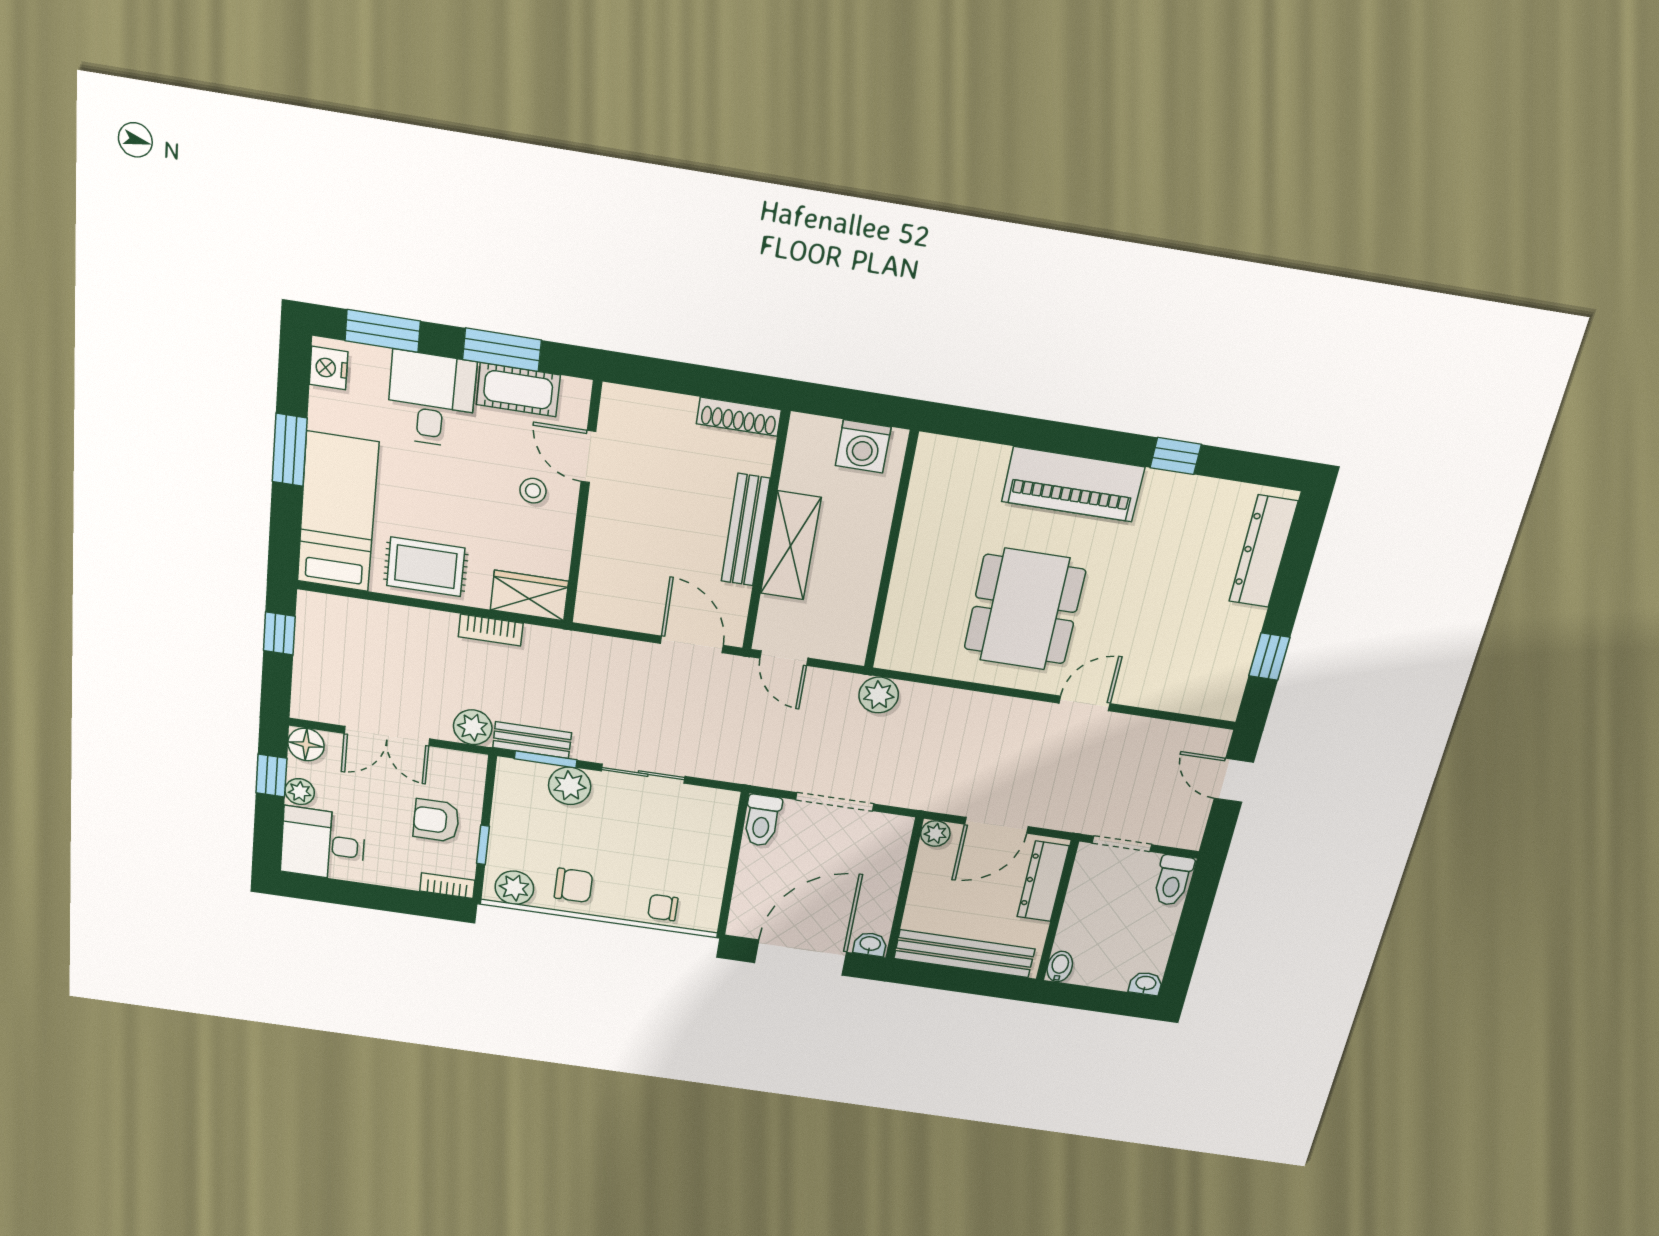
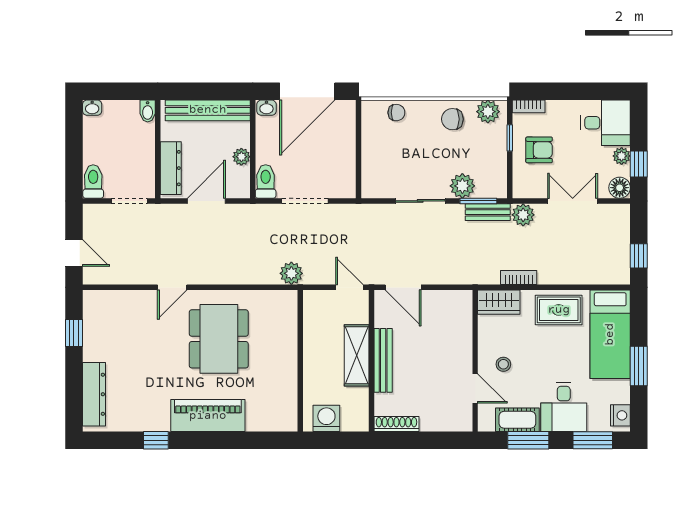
toilet: (762, 820) -> (266, 181), moved
plant: (935, 834) -> (241, 157), moved

